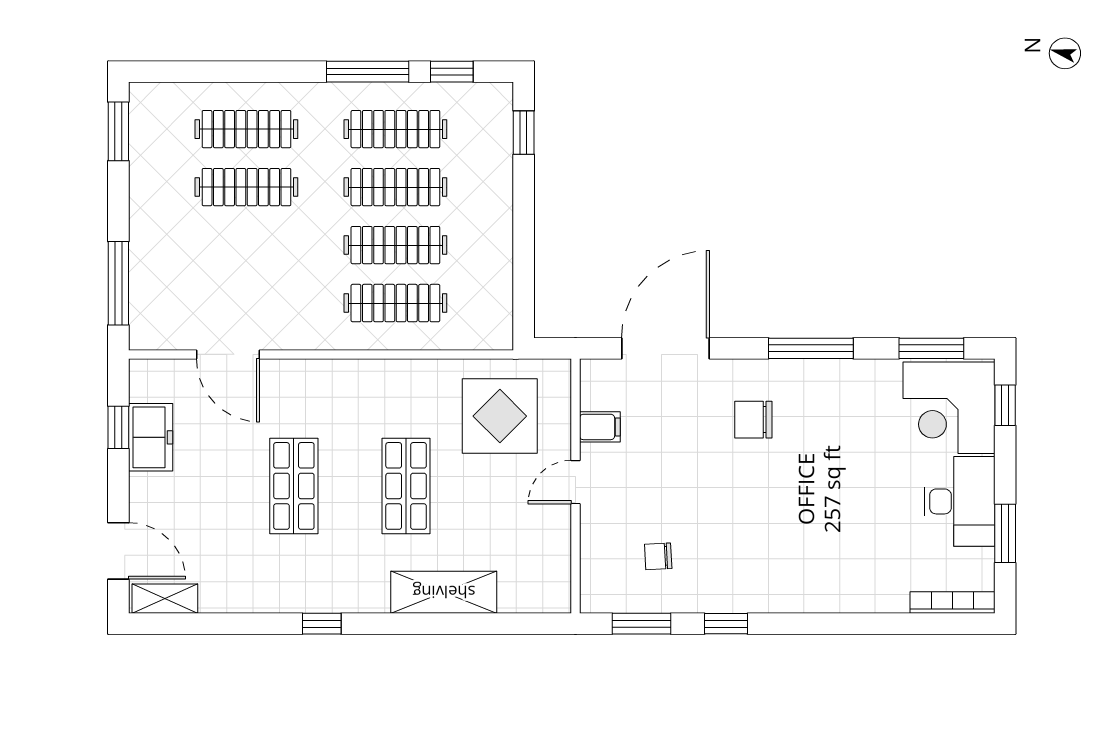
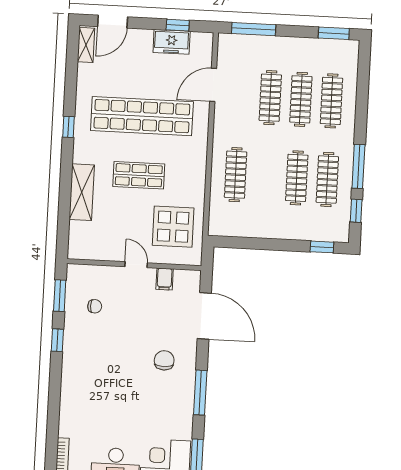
clothes rail: (395, 245) -> (270, 98), moved
shop shelf: (294, 486) -> (142, 116), width x2.00, depth x1.36
chair: (658, 556) -> (95, 306), turned 93

